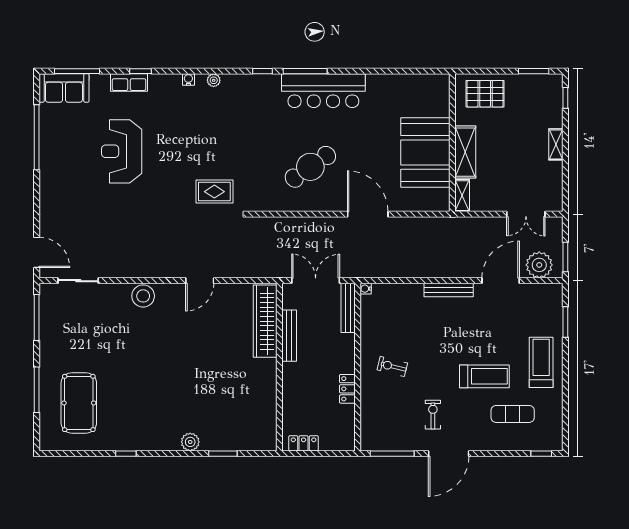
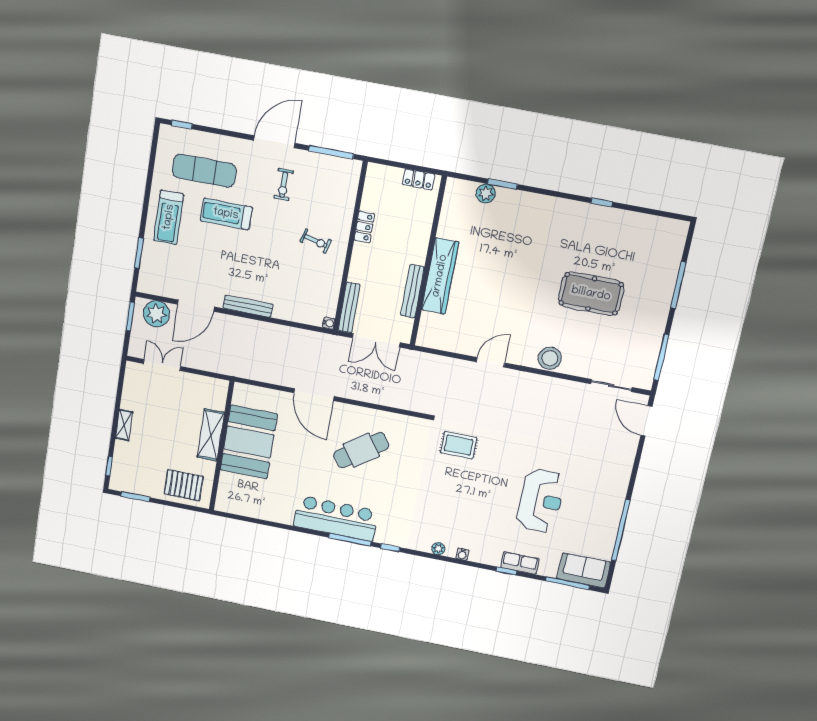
shelving: (462, 196) -> (220, 395), removed
wardrobe: (265, 321) -> (440, 276), moved
pool table: (79, 403) -> (591, 294), moved, turned 90
exercise mat: (513, 414) -> (204, 171), width x1.36, depth x1.45
plant: (190, 442) -> (486, 193), moved

